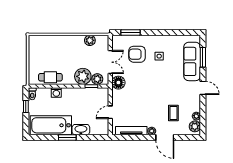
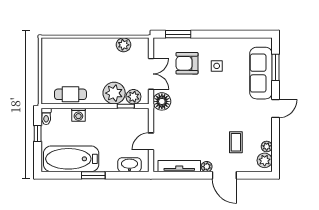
door: (203, 88) -> (275, 109), hinge flipped
washbasin: (81, 130) -> (129, 165), moved

